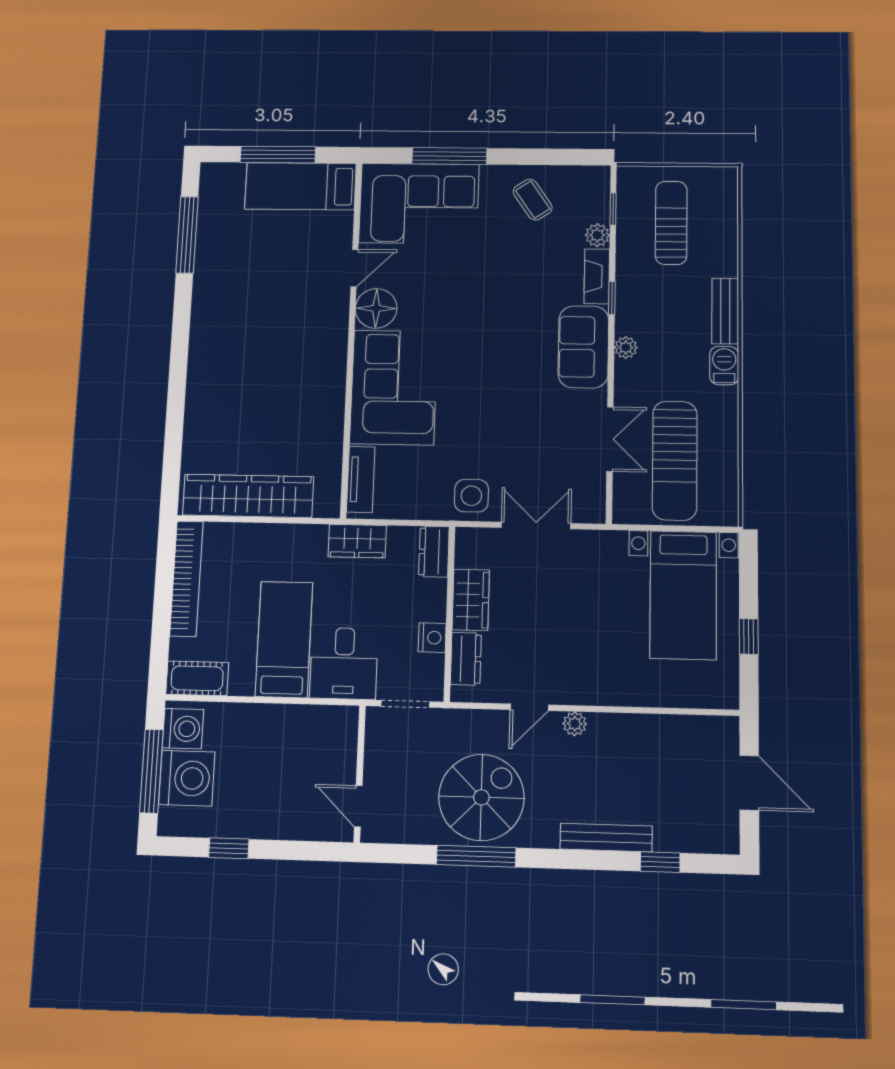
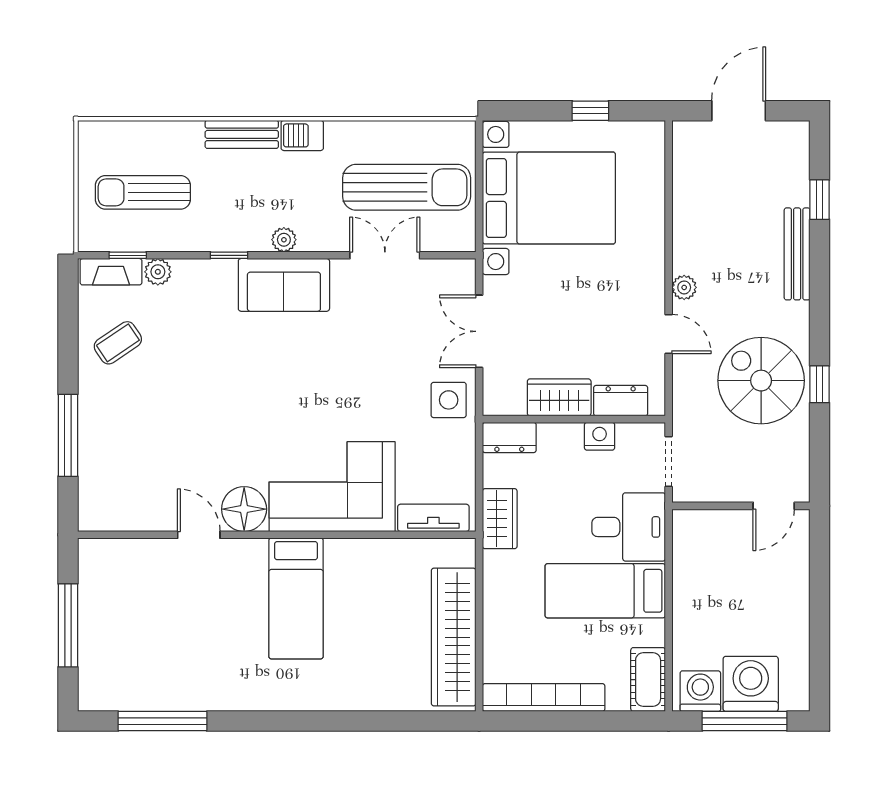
bed: (301, 186) -> (296, 598), moved
corner sofa: (419, 204) -> (124, 467), removed
fireplace: (597, 276) -> (111, 272), moved
bed with nightstands: (683, 595) -> (549, 198), width x1.36
window: (229, 848) -> (820, 636), removed
window: (476, 856) -> (820, 384), width x0.46

